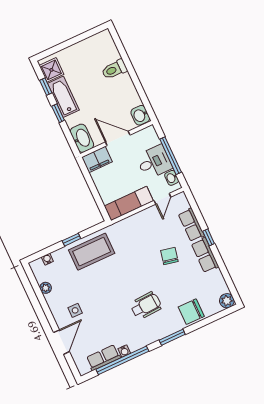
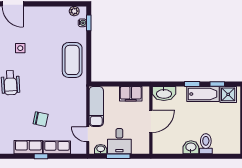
washbasin: (140, 115) -> (191, 147), moved
window: (171, 156) -> (118, 156), width x0.69
filing cabinet: (97, 159) -> (131, 94), moved, turned -90
window: (71, 240) -> (89, 23), moved
plant: (46, 288) -> (74, 11), moved
side table: (75, 310) -> (20, 48), moved

